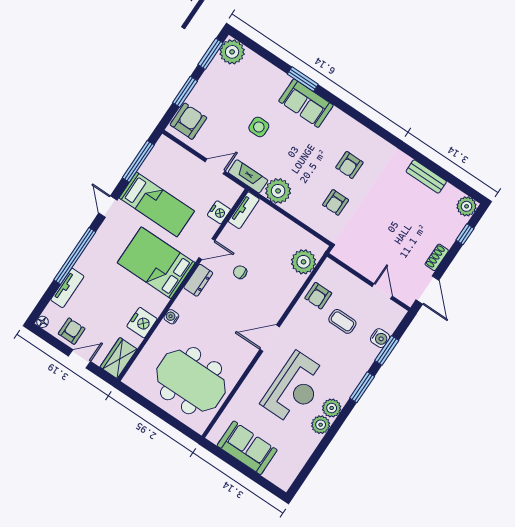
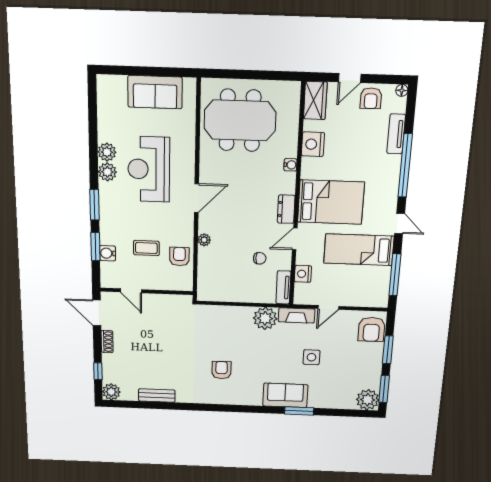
armchair: (336, 202) -> (214, 336), removed
plant: (303, 262) -> (204, 240), moved, width x0.53, depth x0.53
chair: (240, 272) -> (260, 258), moved

